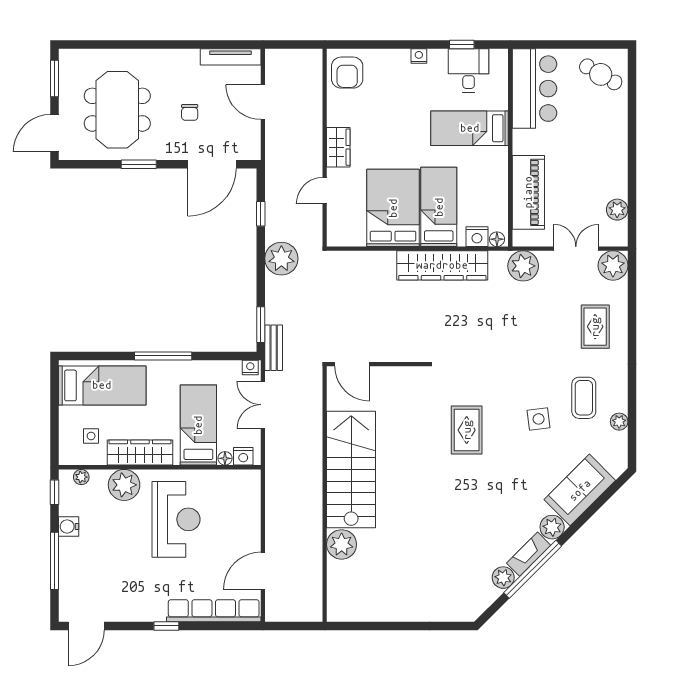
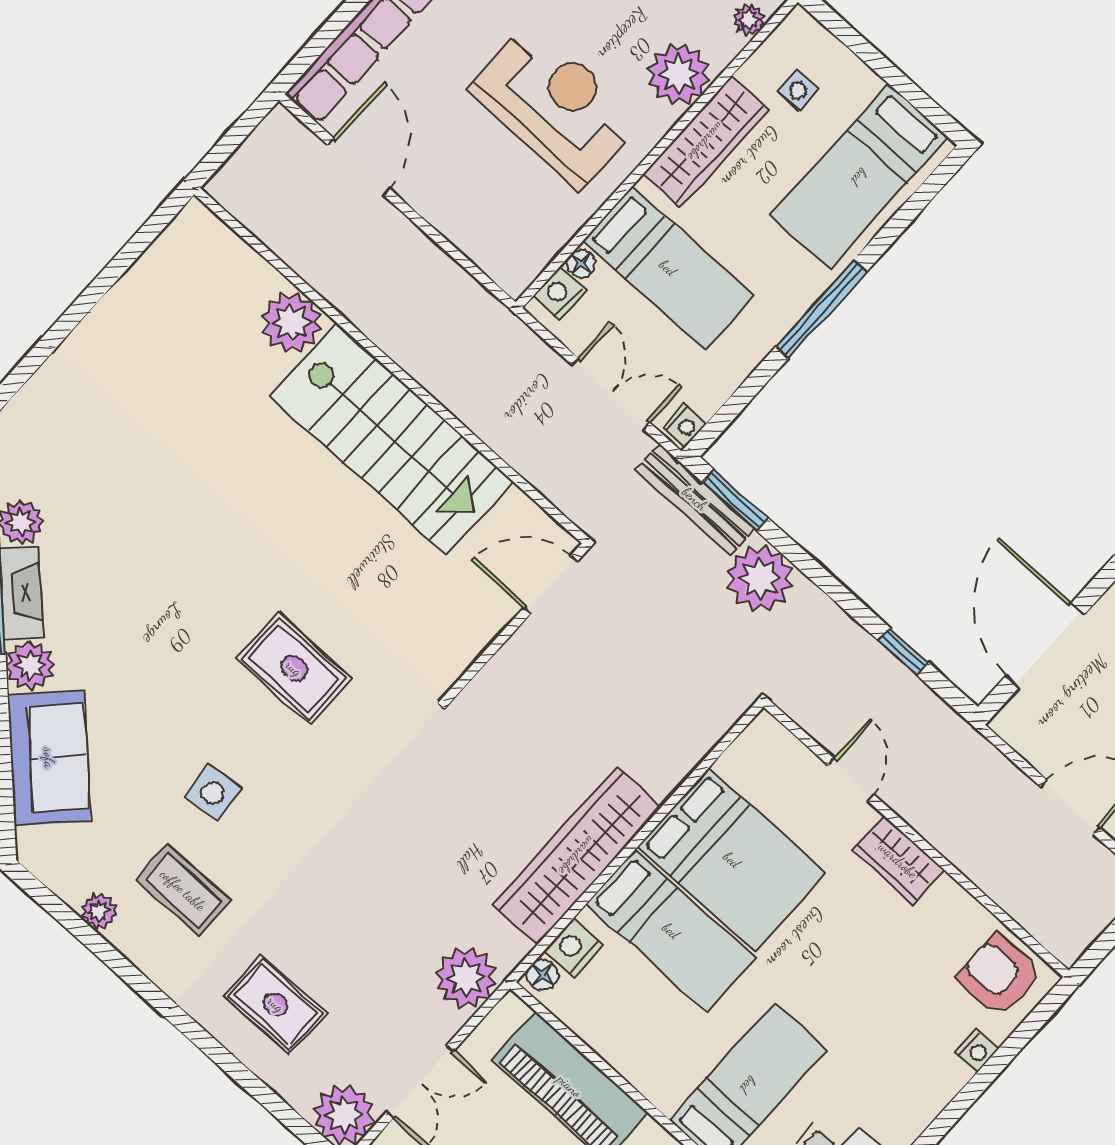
nightstand: (419, 56) -> (976, 1051), moved
plant: (281, 259) -> (759, 578), moved
bench: (274, 348) -> (695, 499), width x1.36
reception desk: (176, 519) -> (556, 106), turned 180

